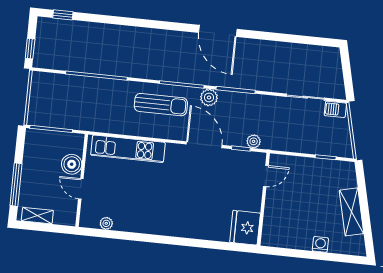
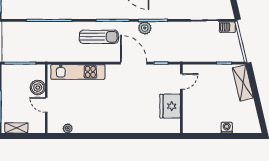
plant: (209, 97) -> (145, 28), moved
plant: (254, 141) -> (170, 57), removed
shelving: (351, 212) -> (243, 83), moved
fridge: (245, 228) -> (170, 106), moved

